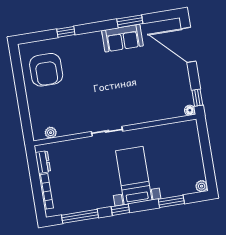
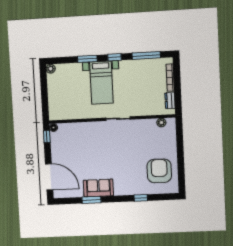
window: (171, 201) -> (87, 59), moved

